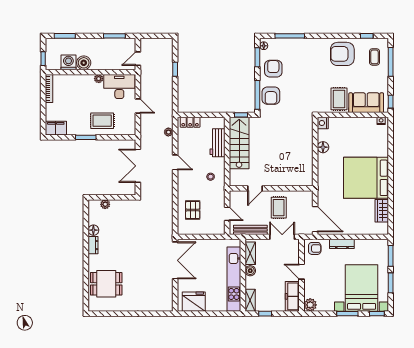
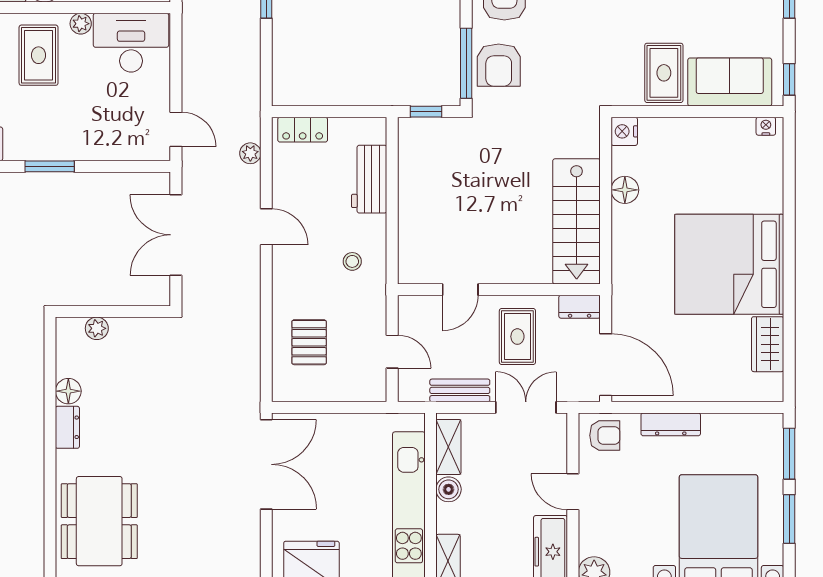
door: (138, 106) -> (176, 129), moved
rug: (102, 121) -> (39, 55), moved, turned 90
stairs: (239, 143) -> (577, 221), moved, turned 180
dresser: (304, 195) -> (580, 307), added
bench: (250, 230) -> (460, 390), width x0.73
dining table: (106, 284) -> (99, 521), width x1.38

